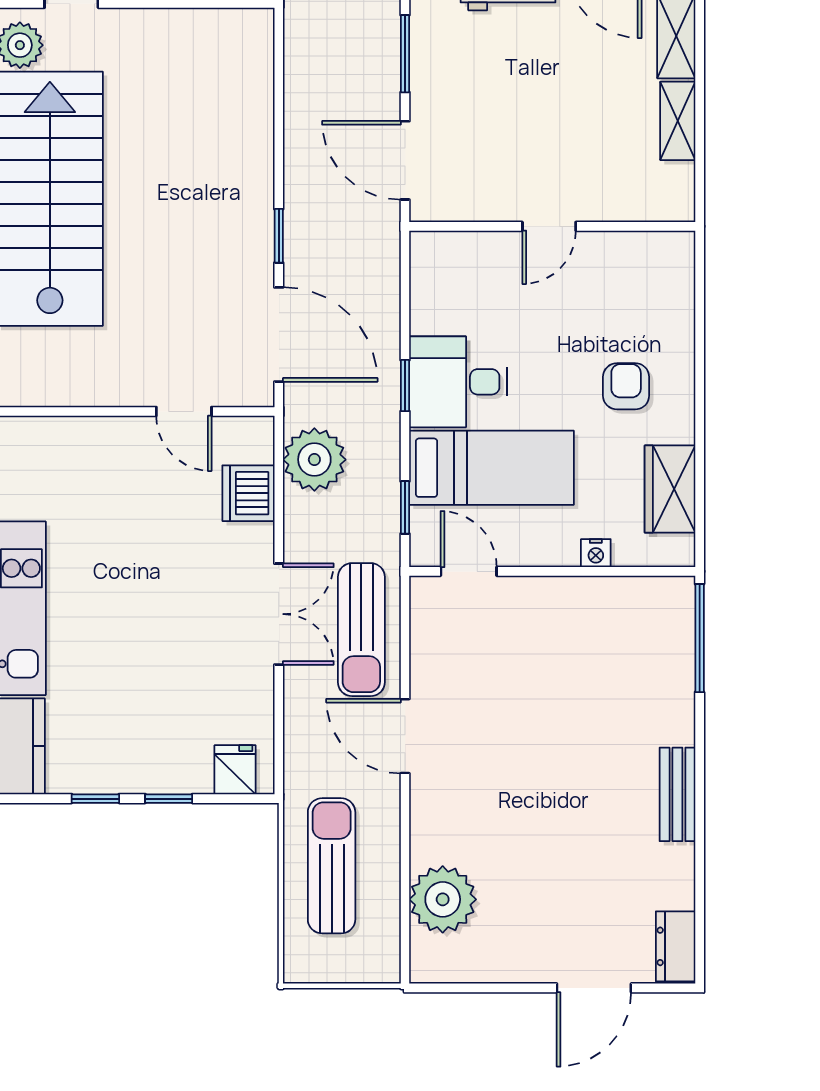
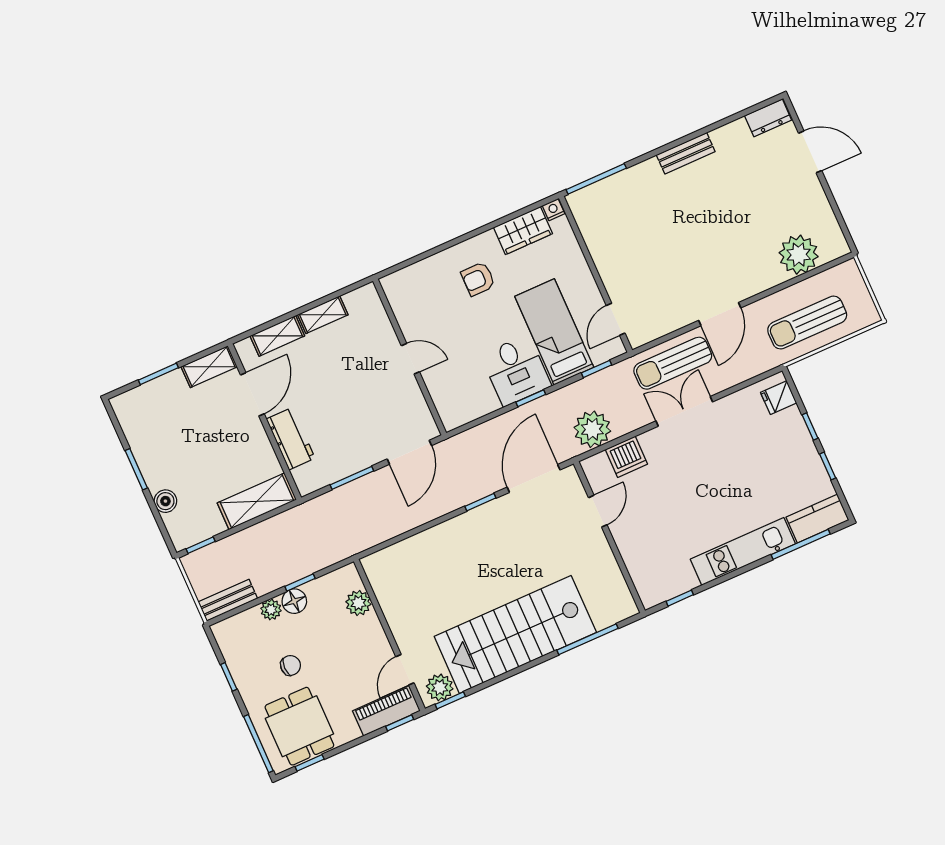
nightstand: (596, 553) -> (554, 210), moved, turned -90
sun lounger: (361, 630) -> (673, 363), turned 180

